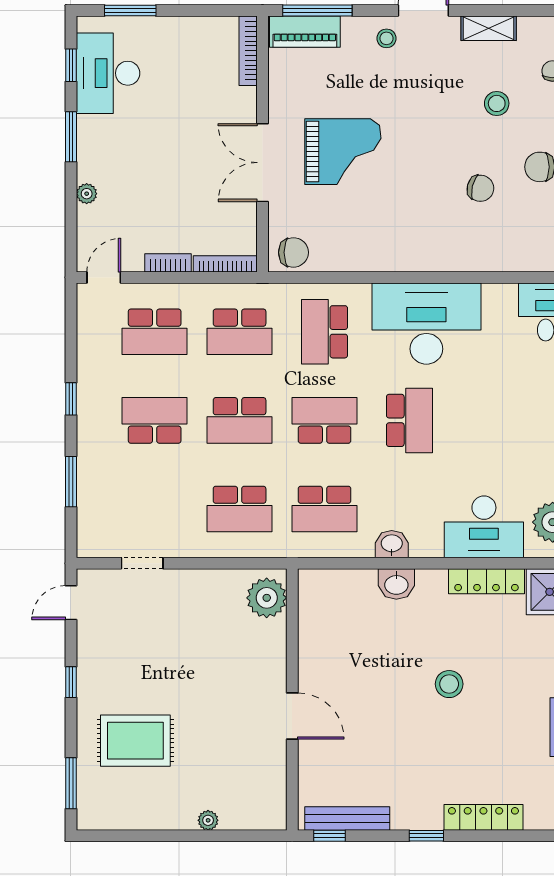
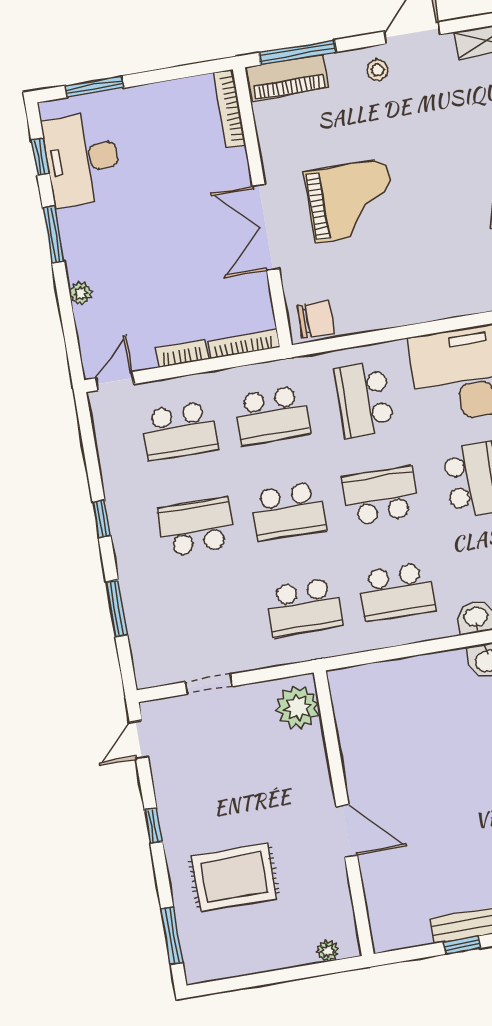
plant: (267, 598) -> (298, 707), moved
wall: (292, 700) -> (344, 813), moved
door: (292, 716) -> (347, 831), moved

